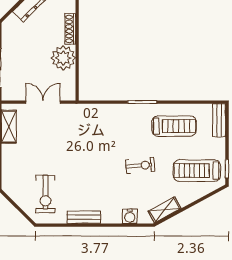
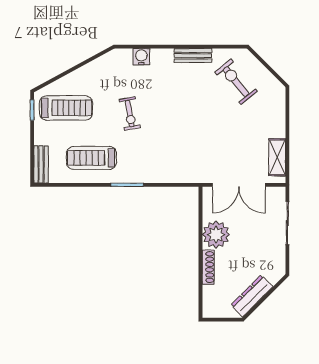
double door: (43, 102) -> (239, 185), width x1.37
exercise bike: (140, 166) -> (130, 114), turned -95
exercise bike: (45, 194) -> (236, 82), turned -39
shelving: (165, 210) -> (102, 64), removed

